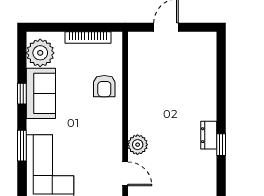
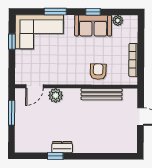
plant: (40, 53) -> (118, 20), width x0.53, depth x0.53
bench: (136, 81) -> (102, 94), added
armchair: (104, 86) -> (98, 72), turned 92

